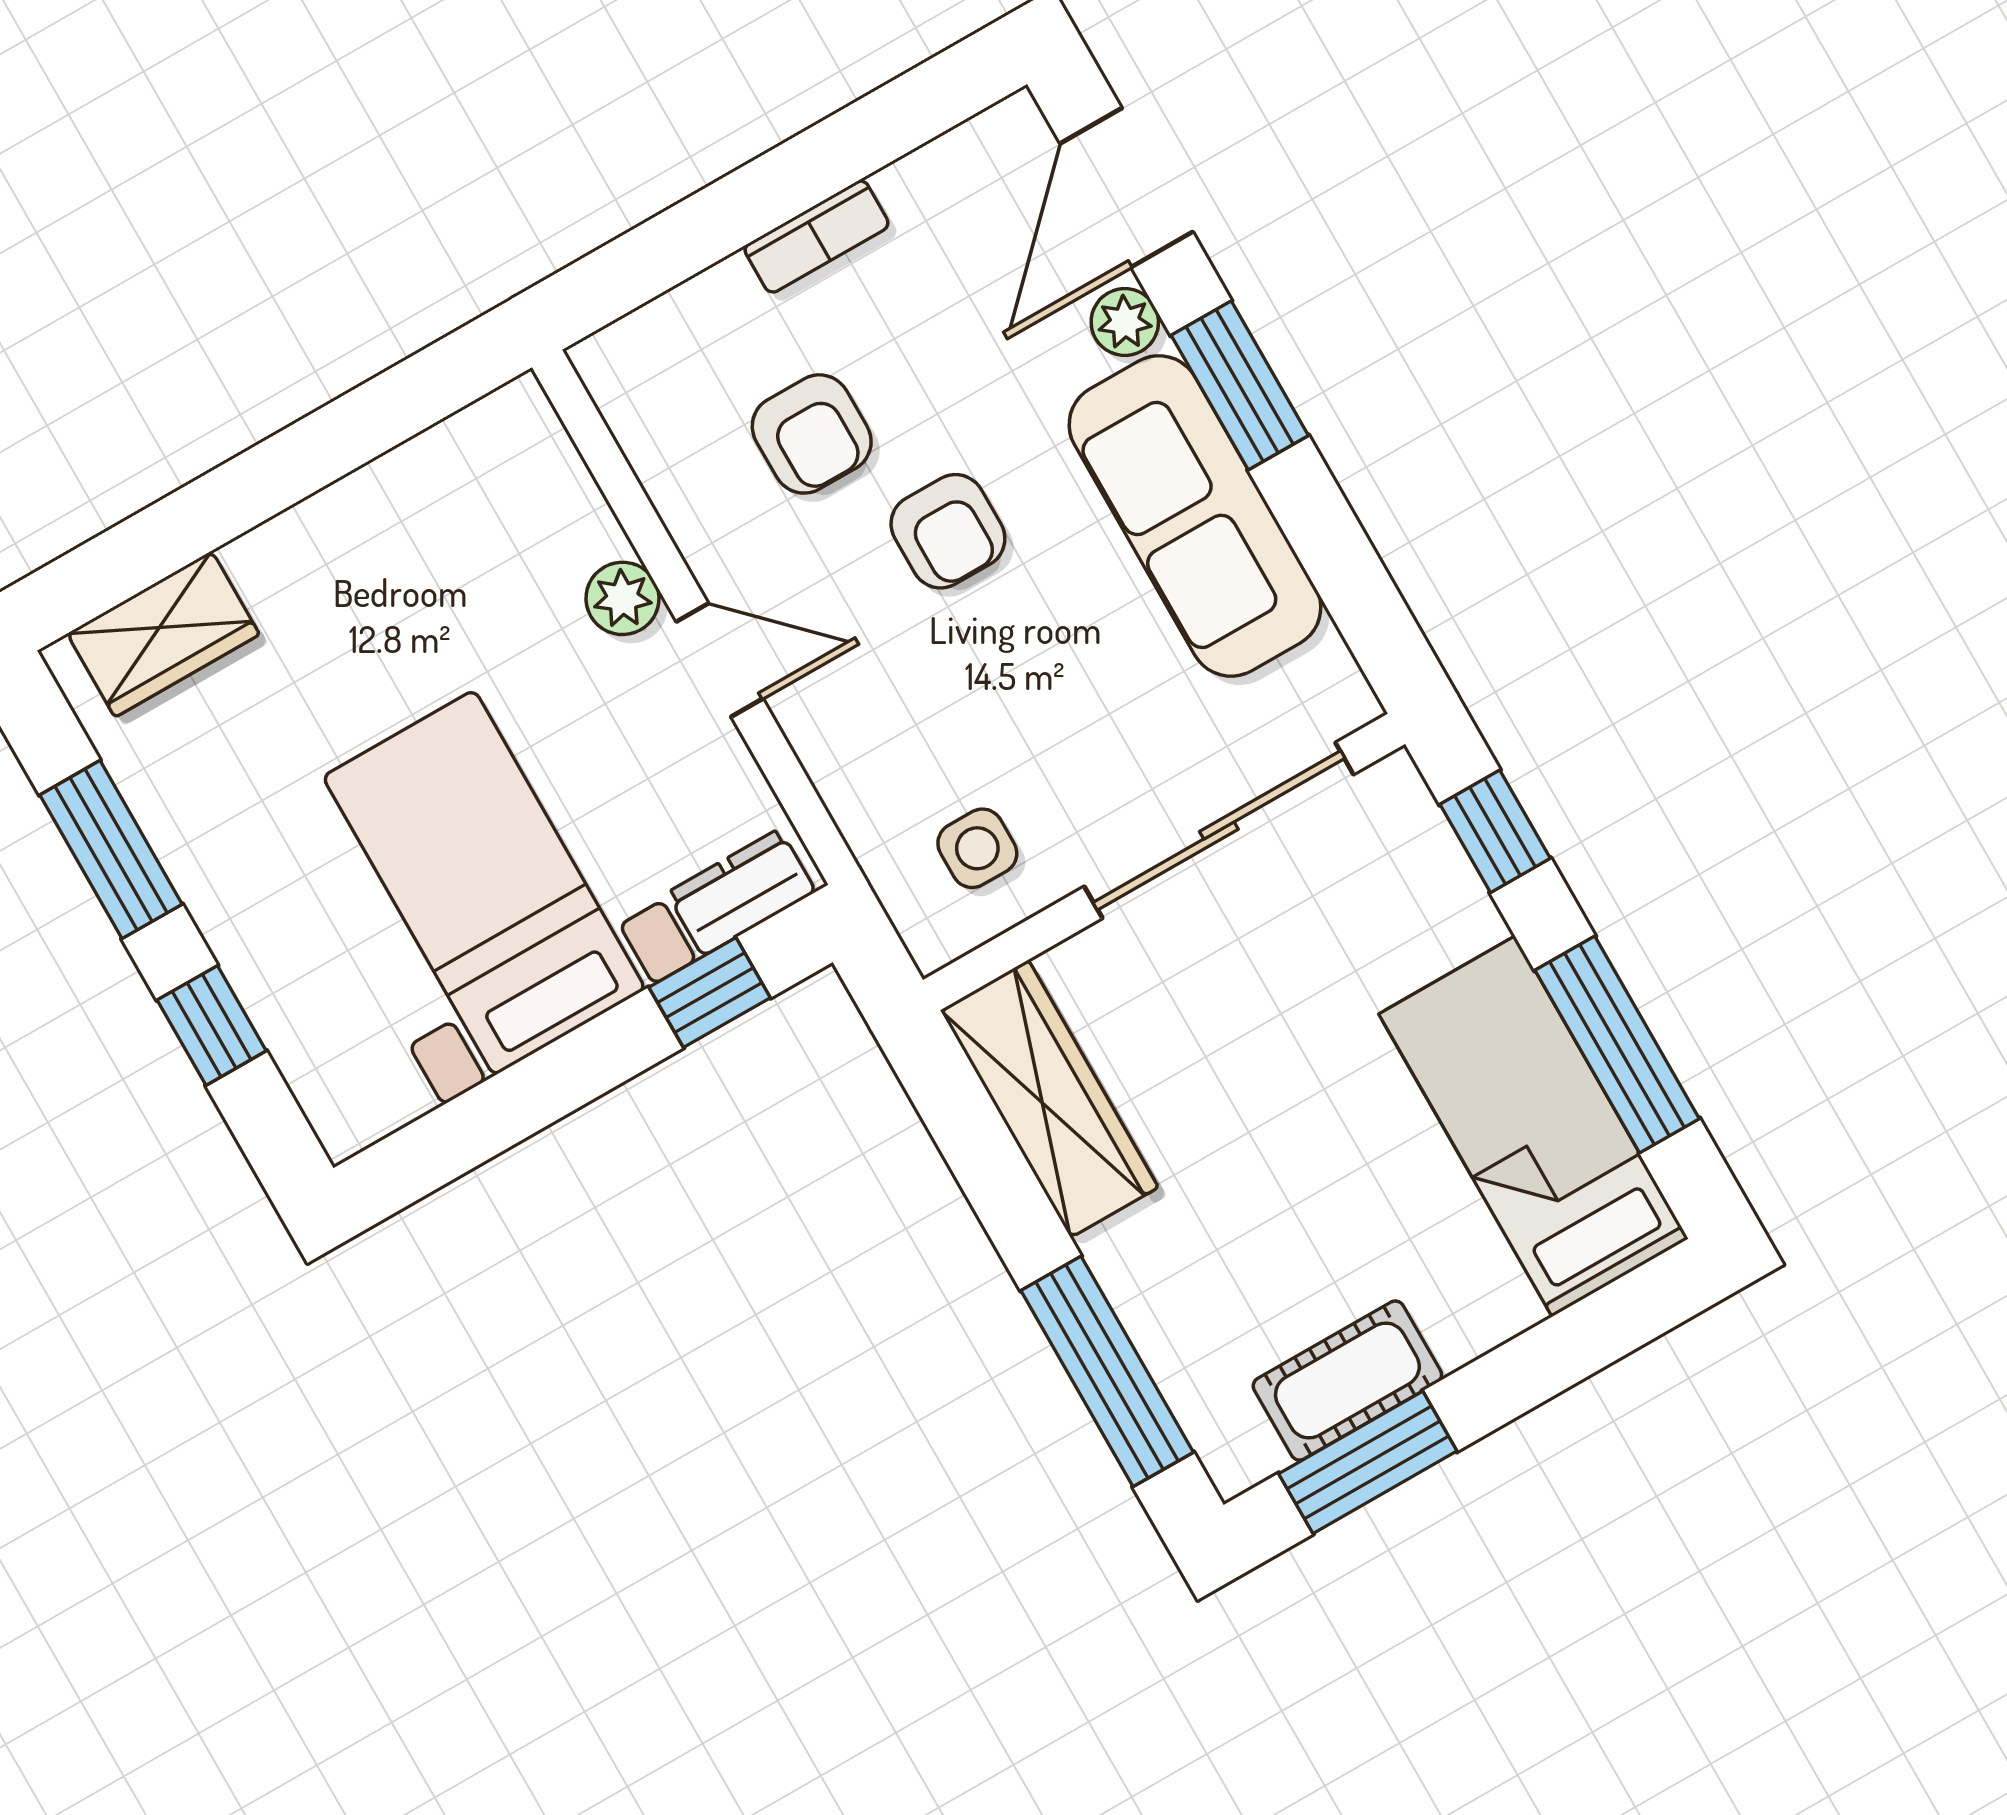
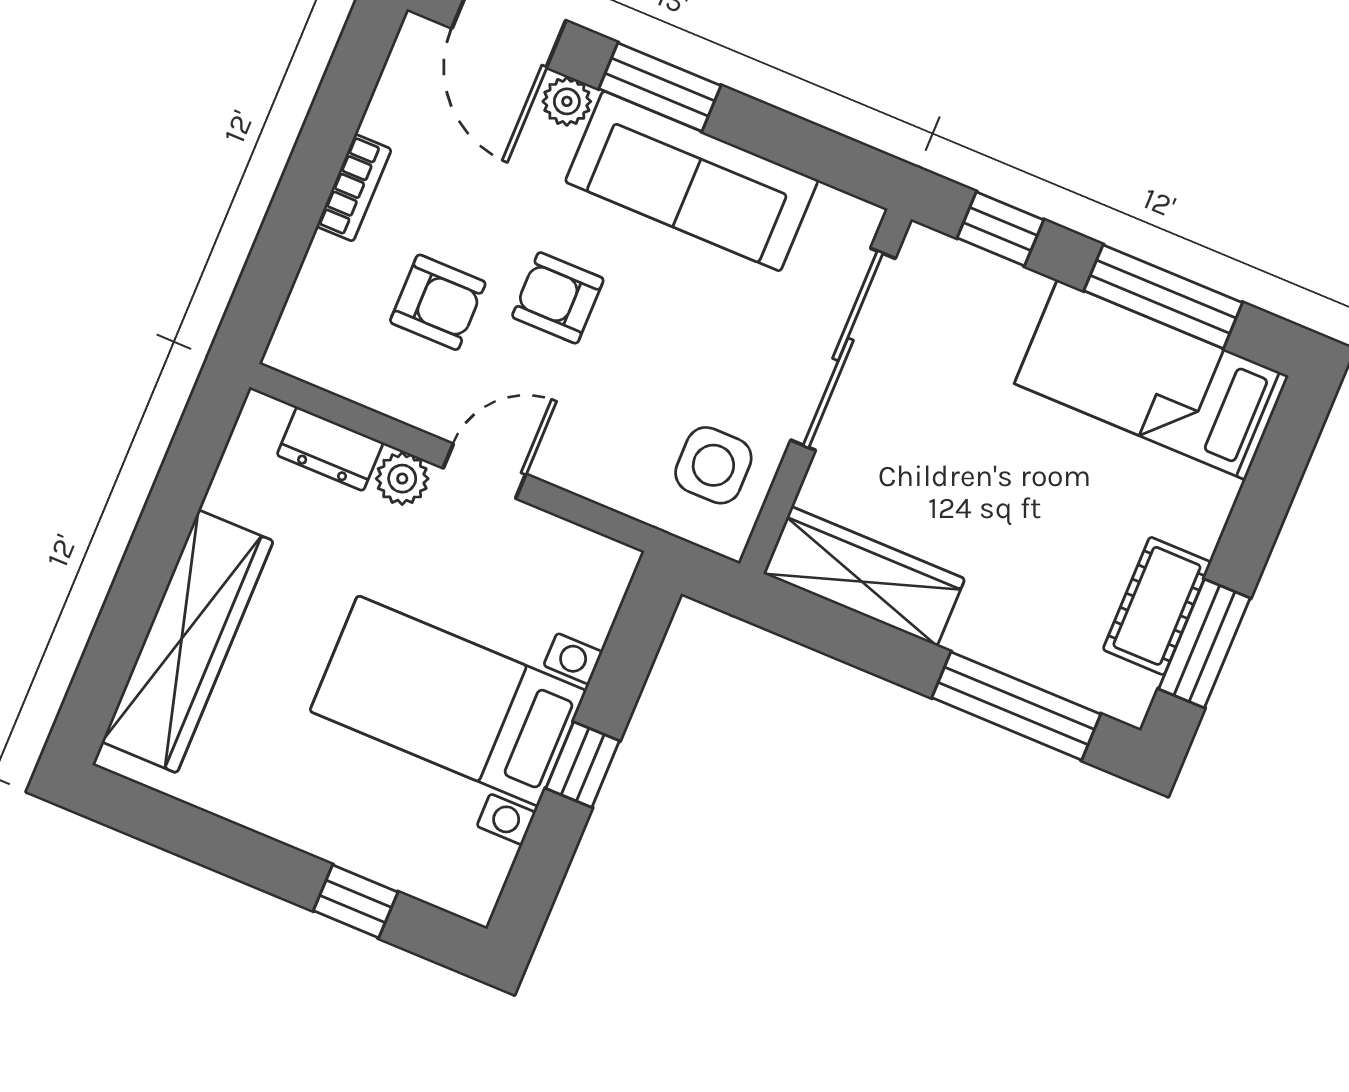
armchair: (948, 531) -> (558, 298), turned 180
wardrobe: (163, 634) -> (188, 641), width x2.10, depth x1.17
side table: (977, 848) -> (713, 465), width x1.37, depth x1.37
window: (111, 850) -> (221, 845), removed
dresser: (741, 892) -> (330, 449), moved, turned -90
window: (710, 993) -> (583, 765), moved

